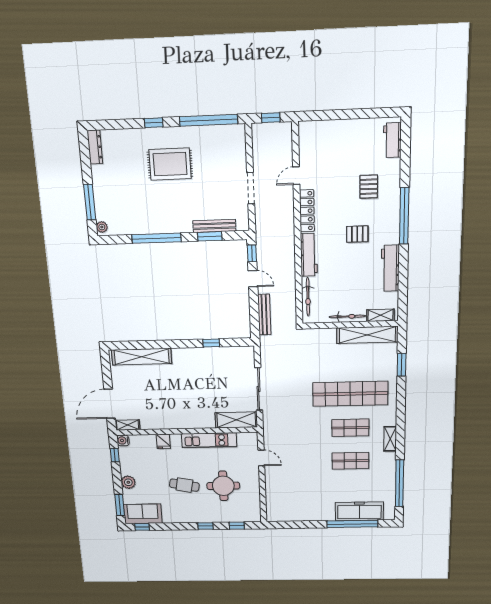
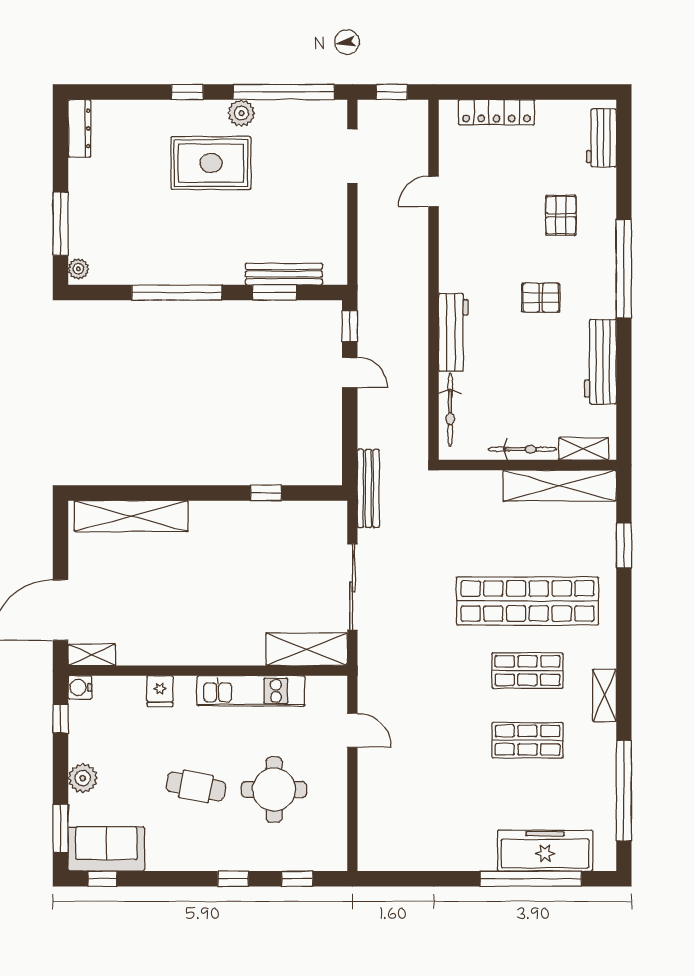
plant: (185, 134) -> (241, 113), added
doorway: (251, 188) -> (352, 156), moved
locker: (307, 211) -> (497, 112), moved, turned 90
bench: (264, 315) -> (368, 488), moved

